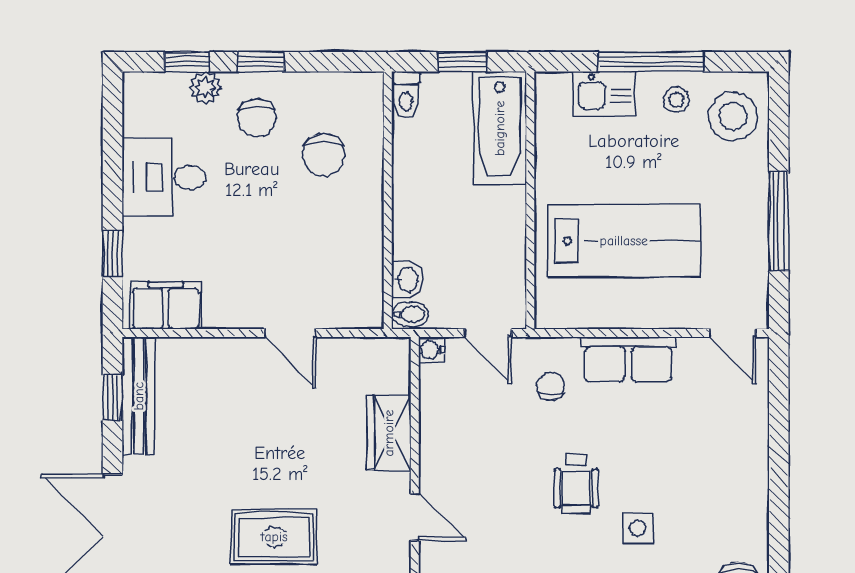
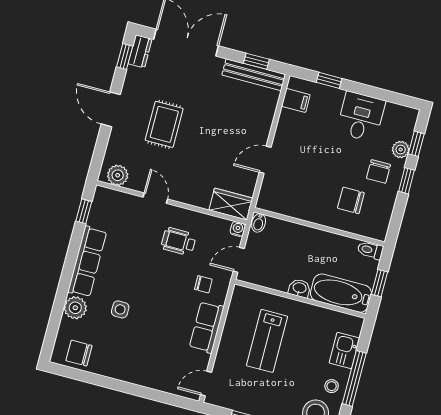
chair: (257, 118) -> (379, 171), turned -90
lab bench: (624, 241) -> (267, 341), width x0.73, depth x0.72
washbasin: (407, 280) -> (299, 288), moved, turned 180
filing cabinet: (166, 305) -> (296, 100), width x0.50
wardrobe: (389, 433) -> (231, 204), moved
wheelchair: (576, 483) -> (178, 241), moved
door: (415, 517) -> (155, 198), swing flipped

